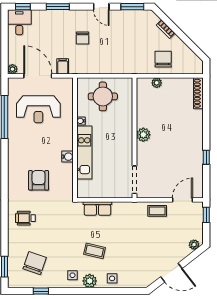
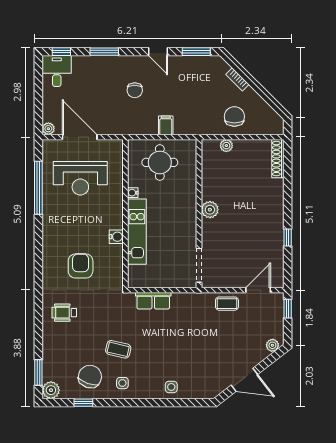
filing cabinet: (63, 66) -> (166, 125), moved
coffee table: (95, 251) -> (118, 349), moved
chair: (35, 263) -> (90, 377), moved
plant: (90, 281) -> (51, 390), moved

